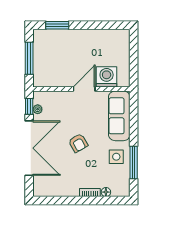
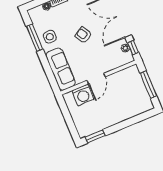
window: (57, 25) -> (95, 136), moved

